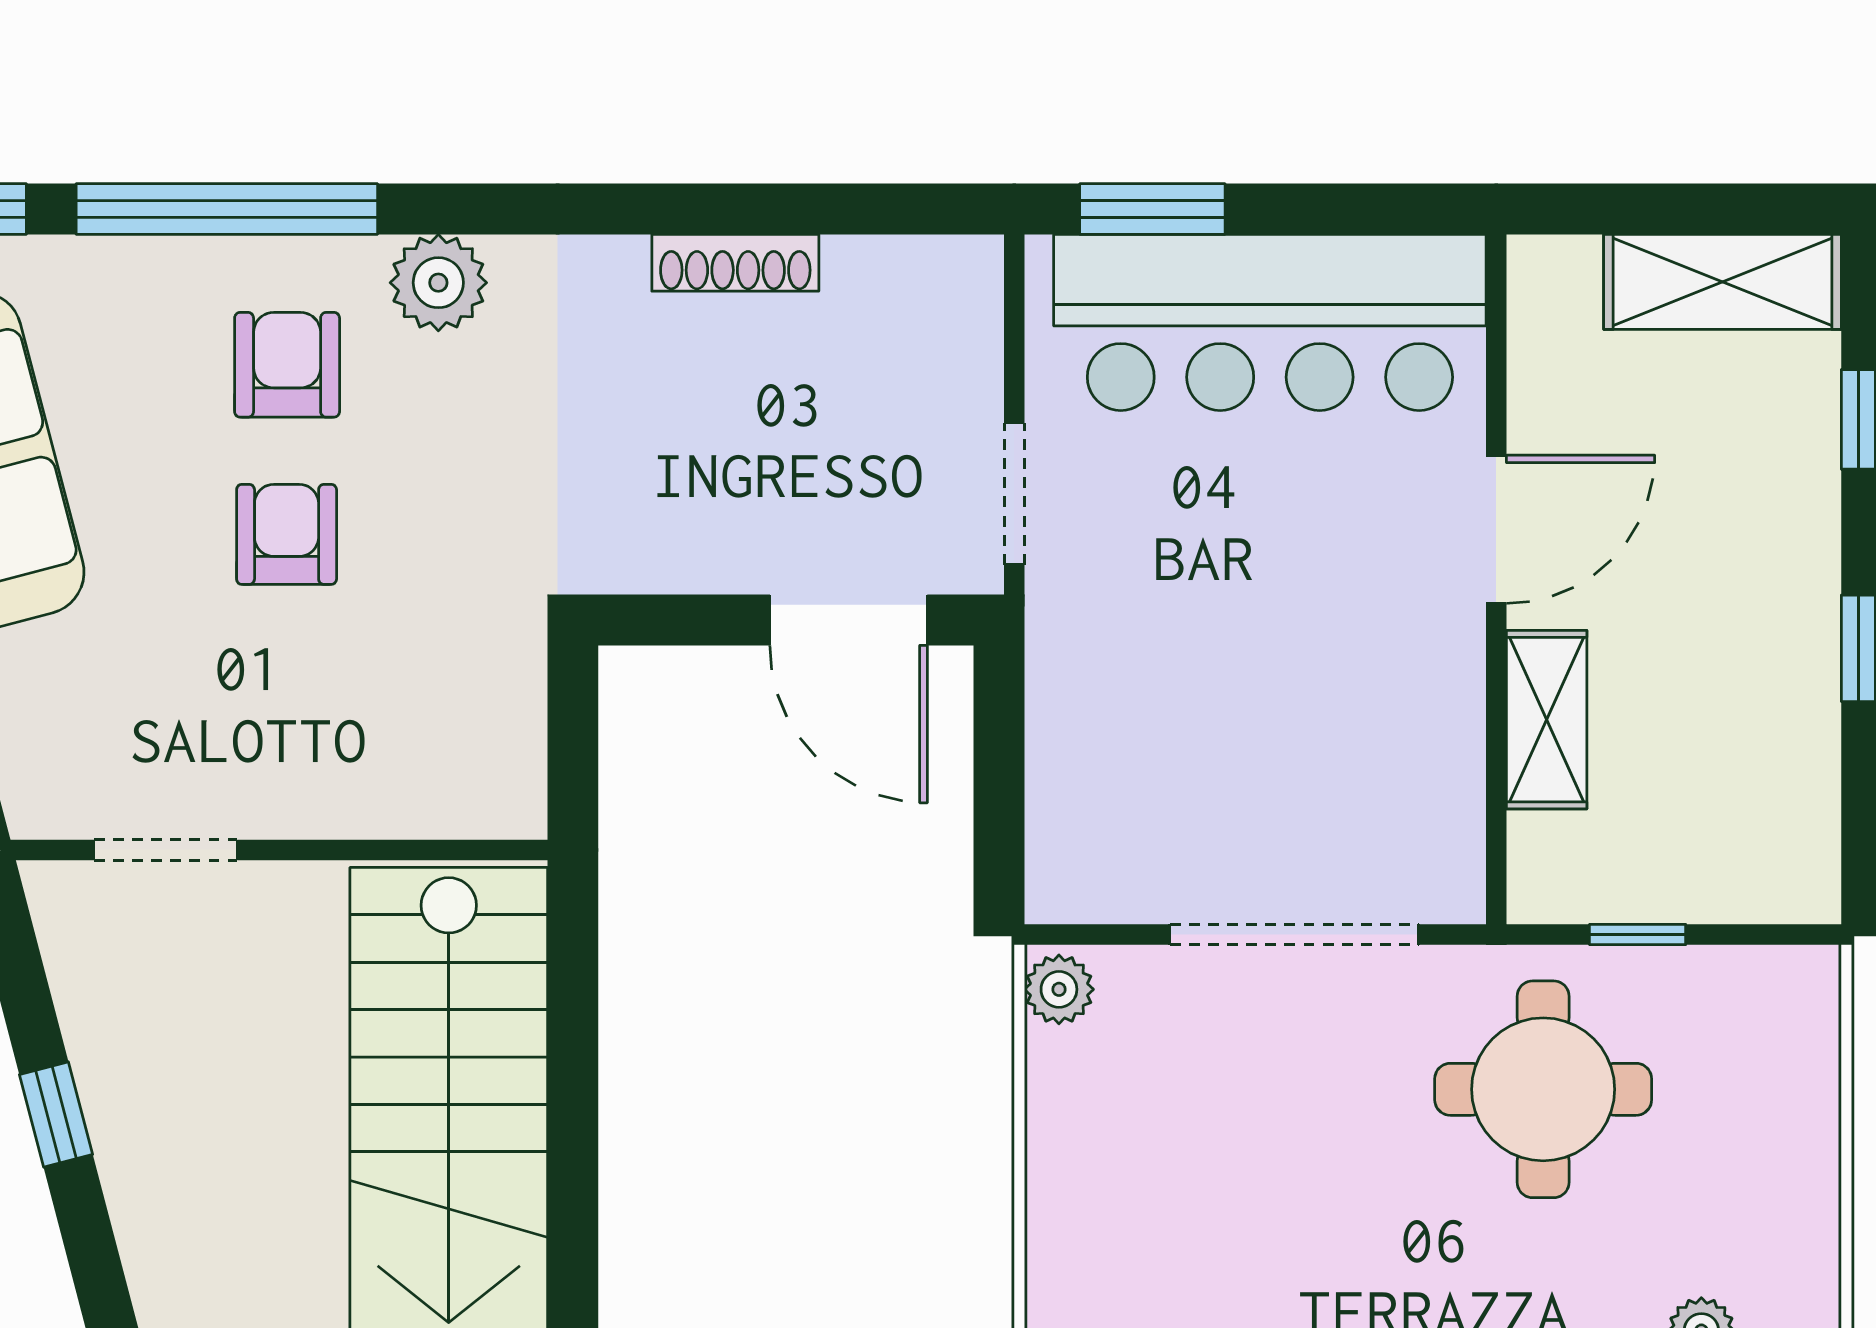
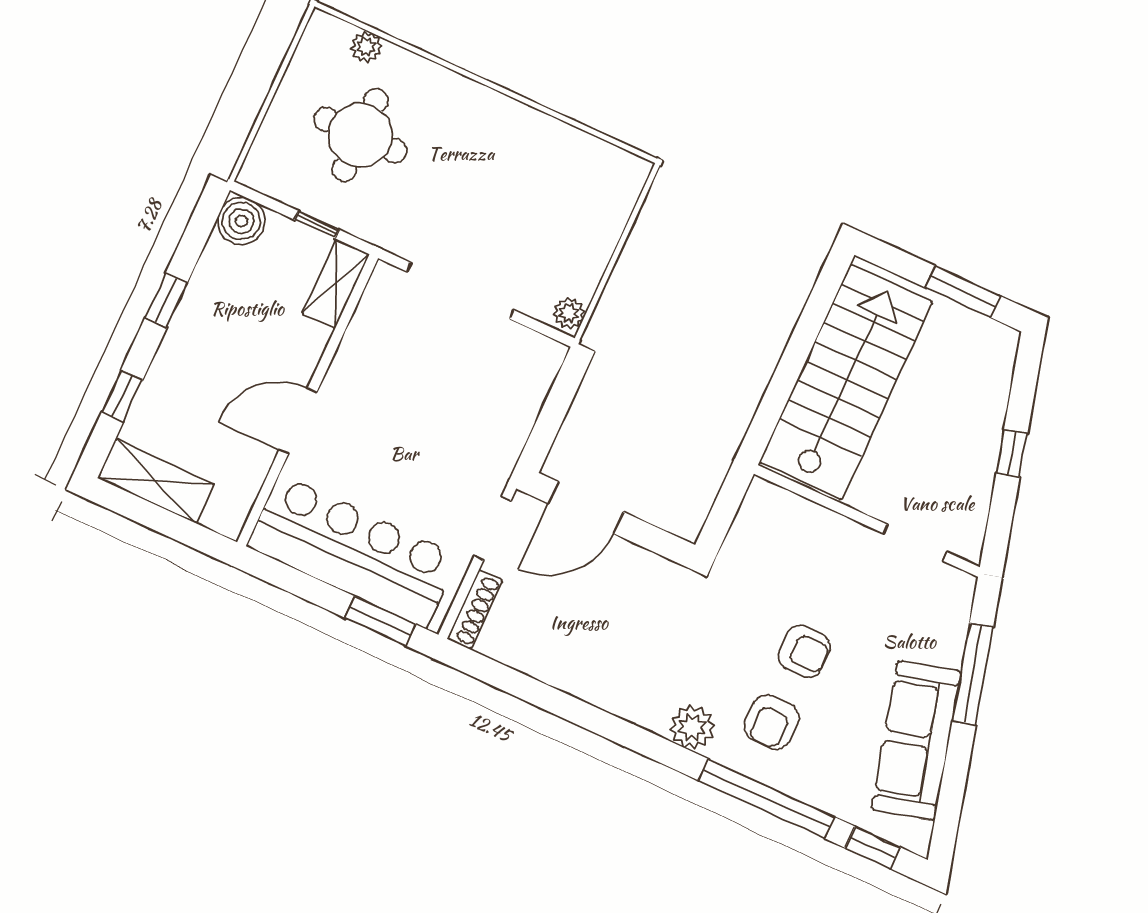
shoe rack: (735, 263) -> (475, 609), moved, turned 90
armchair: (287, 534) -> (804, 651), turned -90
door: (849, 620) -> (586, 508), swing flipped
shelving: (1547, 720) -> (336, 284), moved
boiler: (1790, 873) -> (241, 221), added
round table: (1543, 1089) -> (360, 135), moved

